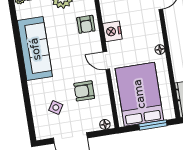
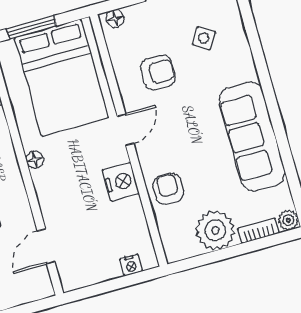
door: (106, 61) -> (126, 130), hinge flipped

